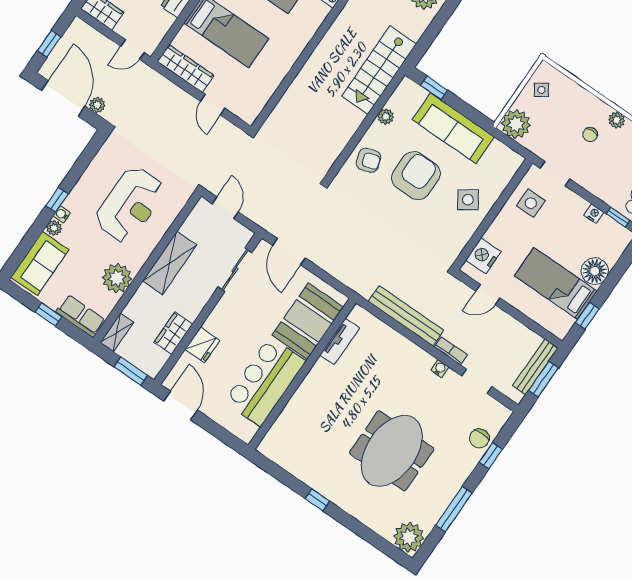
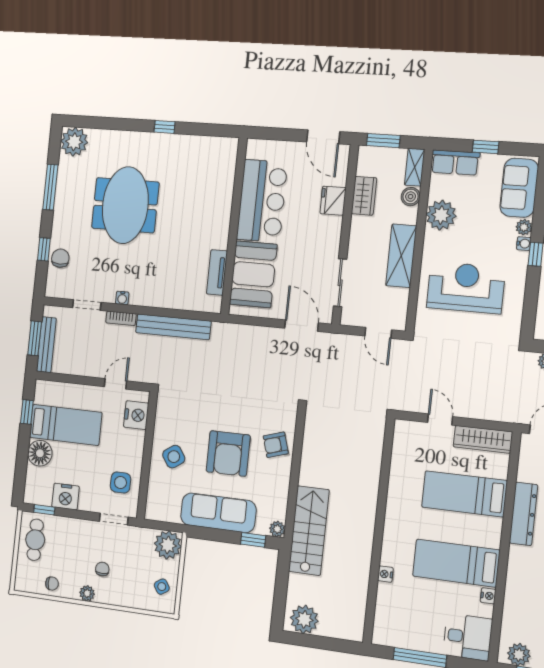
plant: (386, 117) -> (277, 529), moved
reception desk: (130, 205) -> (466, 288), turned 90
nightstand: (594, 214) -> (66, 497), width x1.89, depth x1.79
boiler: (134, 309) -> (411, 197), added

